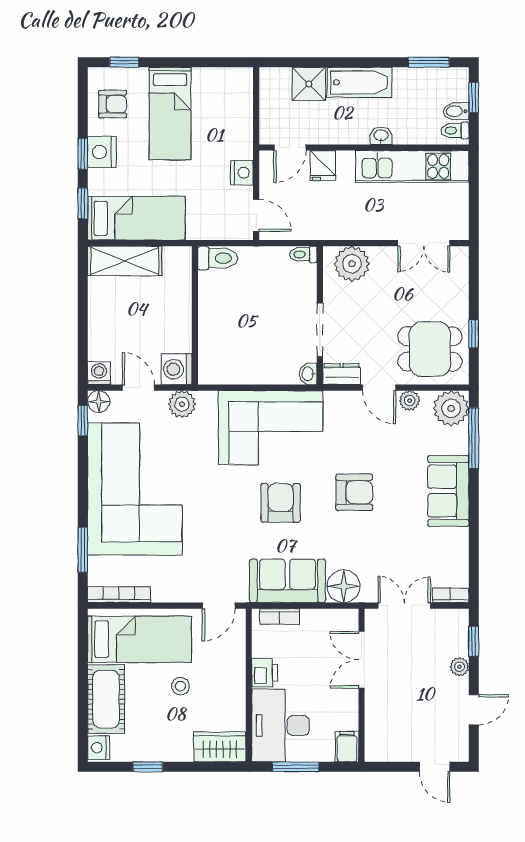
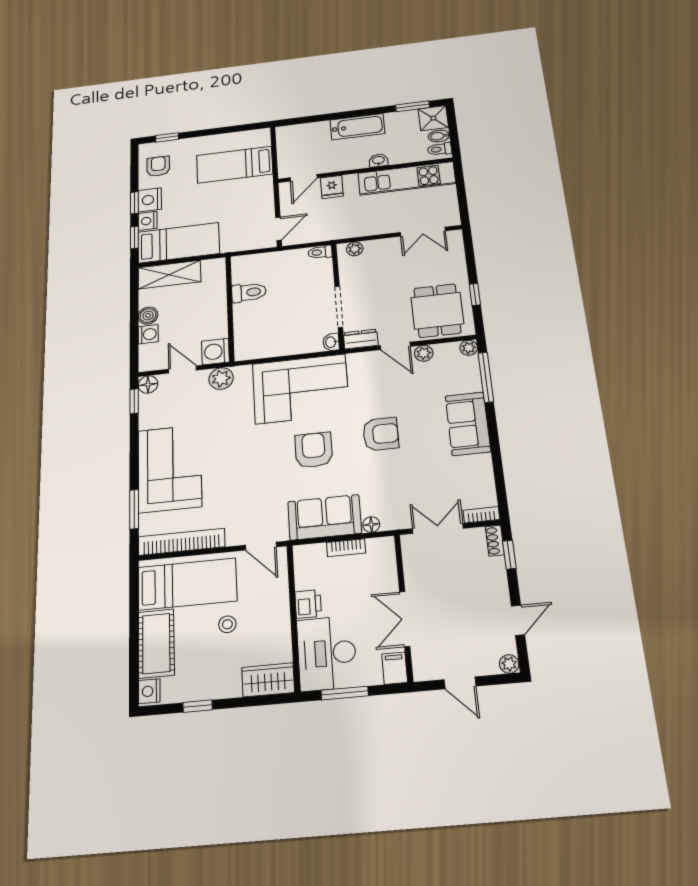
shower: (309, 84) -> (433, 118), moved
window: (474, 97) -> (452, 125), removed
armchair: (113, 104) -> (158, 166), turned -90
bed: (170, 113) -> (235, 165), moved, turned 90
nightstand: (242, 173) -> (148, 221), moved, turned 180
door: (256, 215) -> (278, 229), hinge flipped
toilet: (218, 258) -> (249, 292), moved
plant: (352, 264) -> (355, 249), width x0.53, depth x0.53
boiler: (99, 312) -> (148, 316), added
dining table: (430, 349) -> (437, 311), turned 90
washing machine: (99, 373) -> (148, 334), moved, turned 90
plant: (451, 408) -> (469, 348), width x0.53, depth x0.53
corner sofa: (135, 489) -> (170, 468), width x0.73, depth x0.74
floor lamp: (344, 586) -> (371, 525), width x0.53, depth x0.53
bookcase: (119, 595) -> (181, 542), width x1.48, depth x1.31
door: (219, 606) -> (261, 546), hinge flipped
bookcase: (280, 617) -> (346, 548), moved
shoe rack: (461, 625) -> (495, 541), added
double door: (361, 660) -> (405, 619), moved
plant: (459, 667) -> (509, 664), moved
door: (435, 767) -> (460, 683), moved

